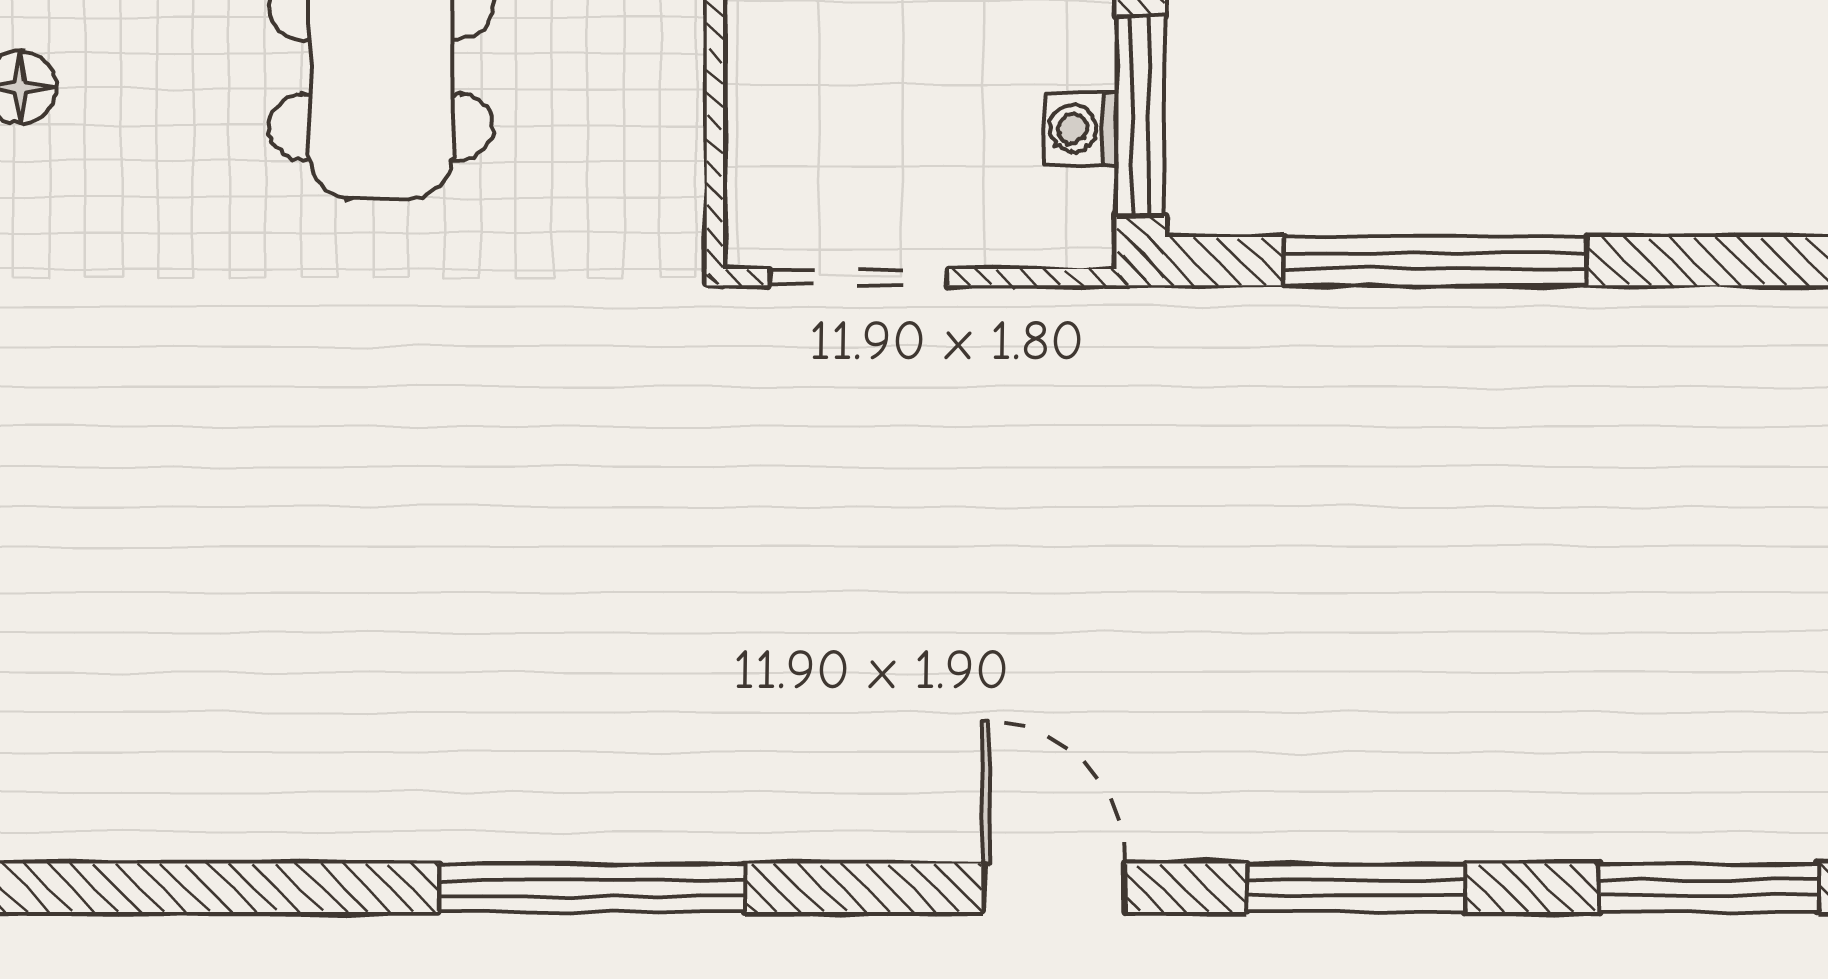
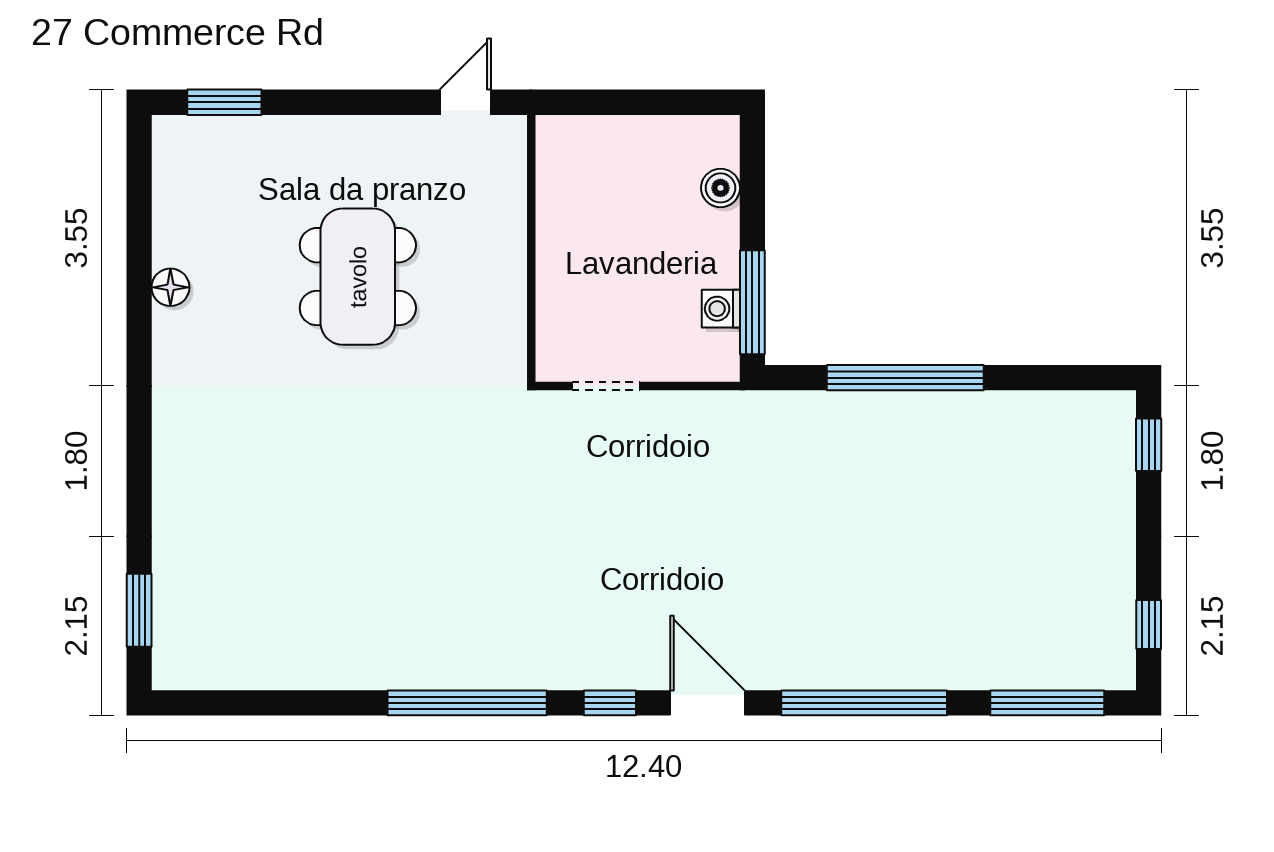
doorway: (858, 277) -> (606, 386), width x0.73
window: (866, 888) -> (610, 703), added
window: (1356, 888) -> (864, 703), width x1.46

